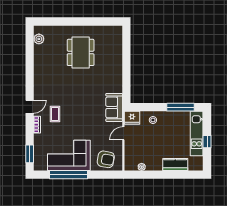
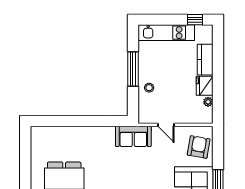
window: (181, 107) -> (133, 69), moved
fridge: (132, 118) -> (205, 86), moved, turned 180
window: (207, 142) -> (195, 20), moved

